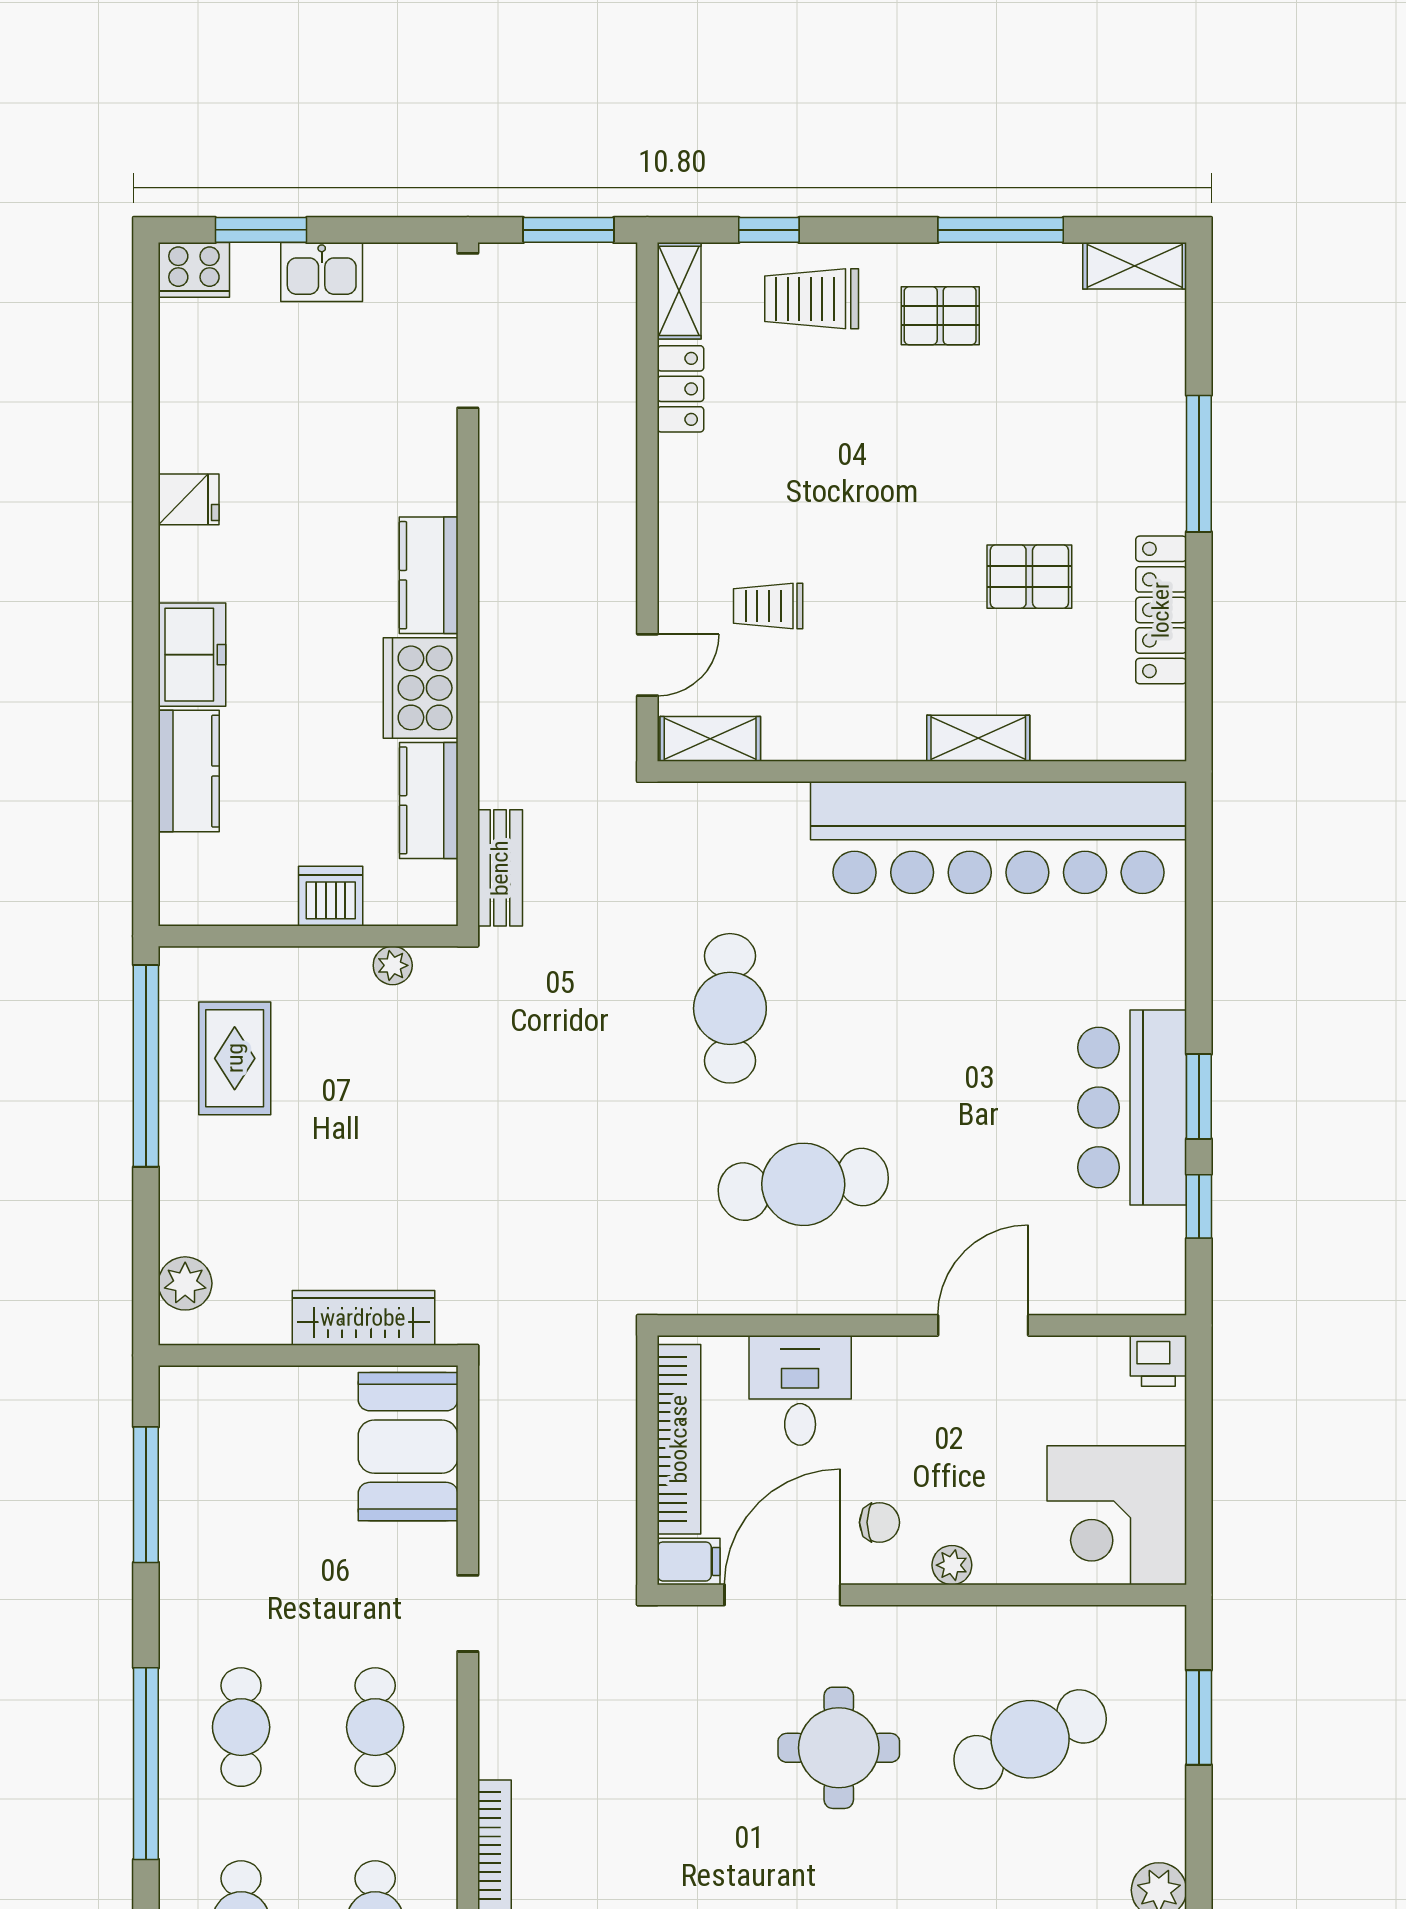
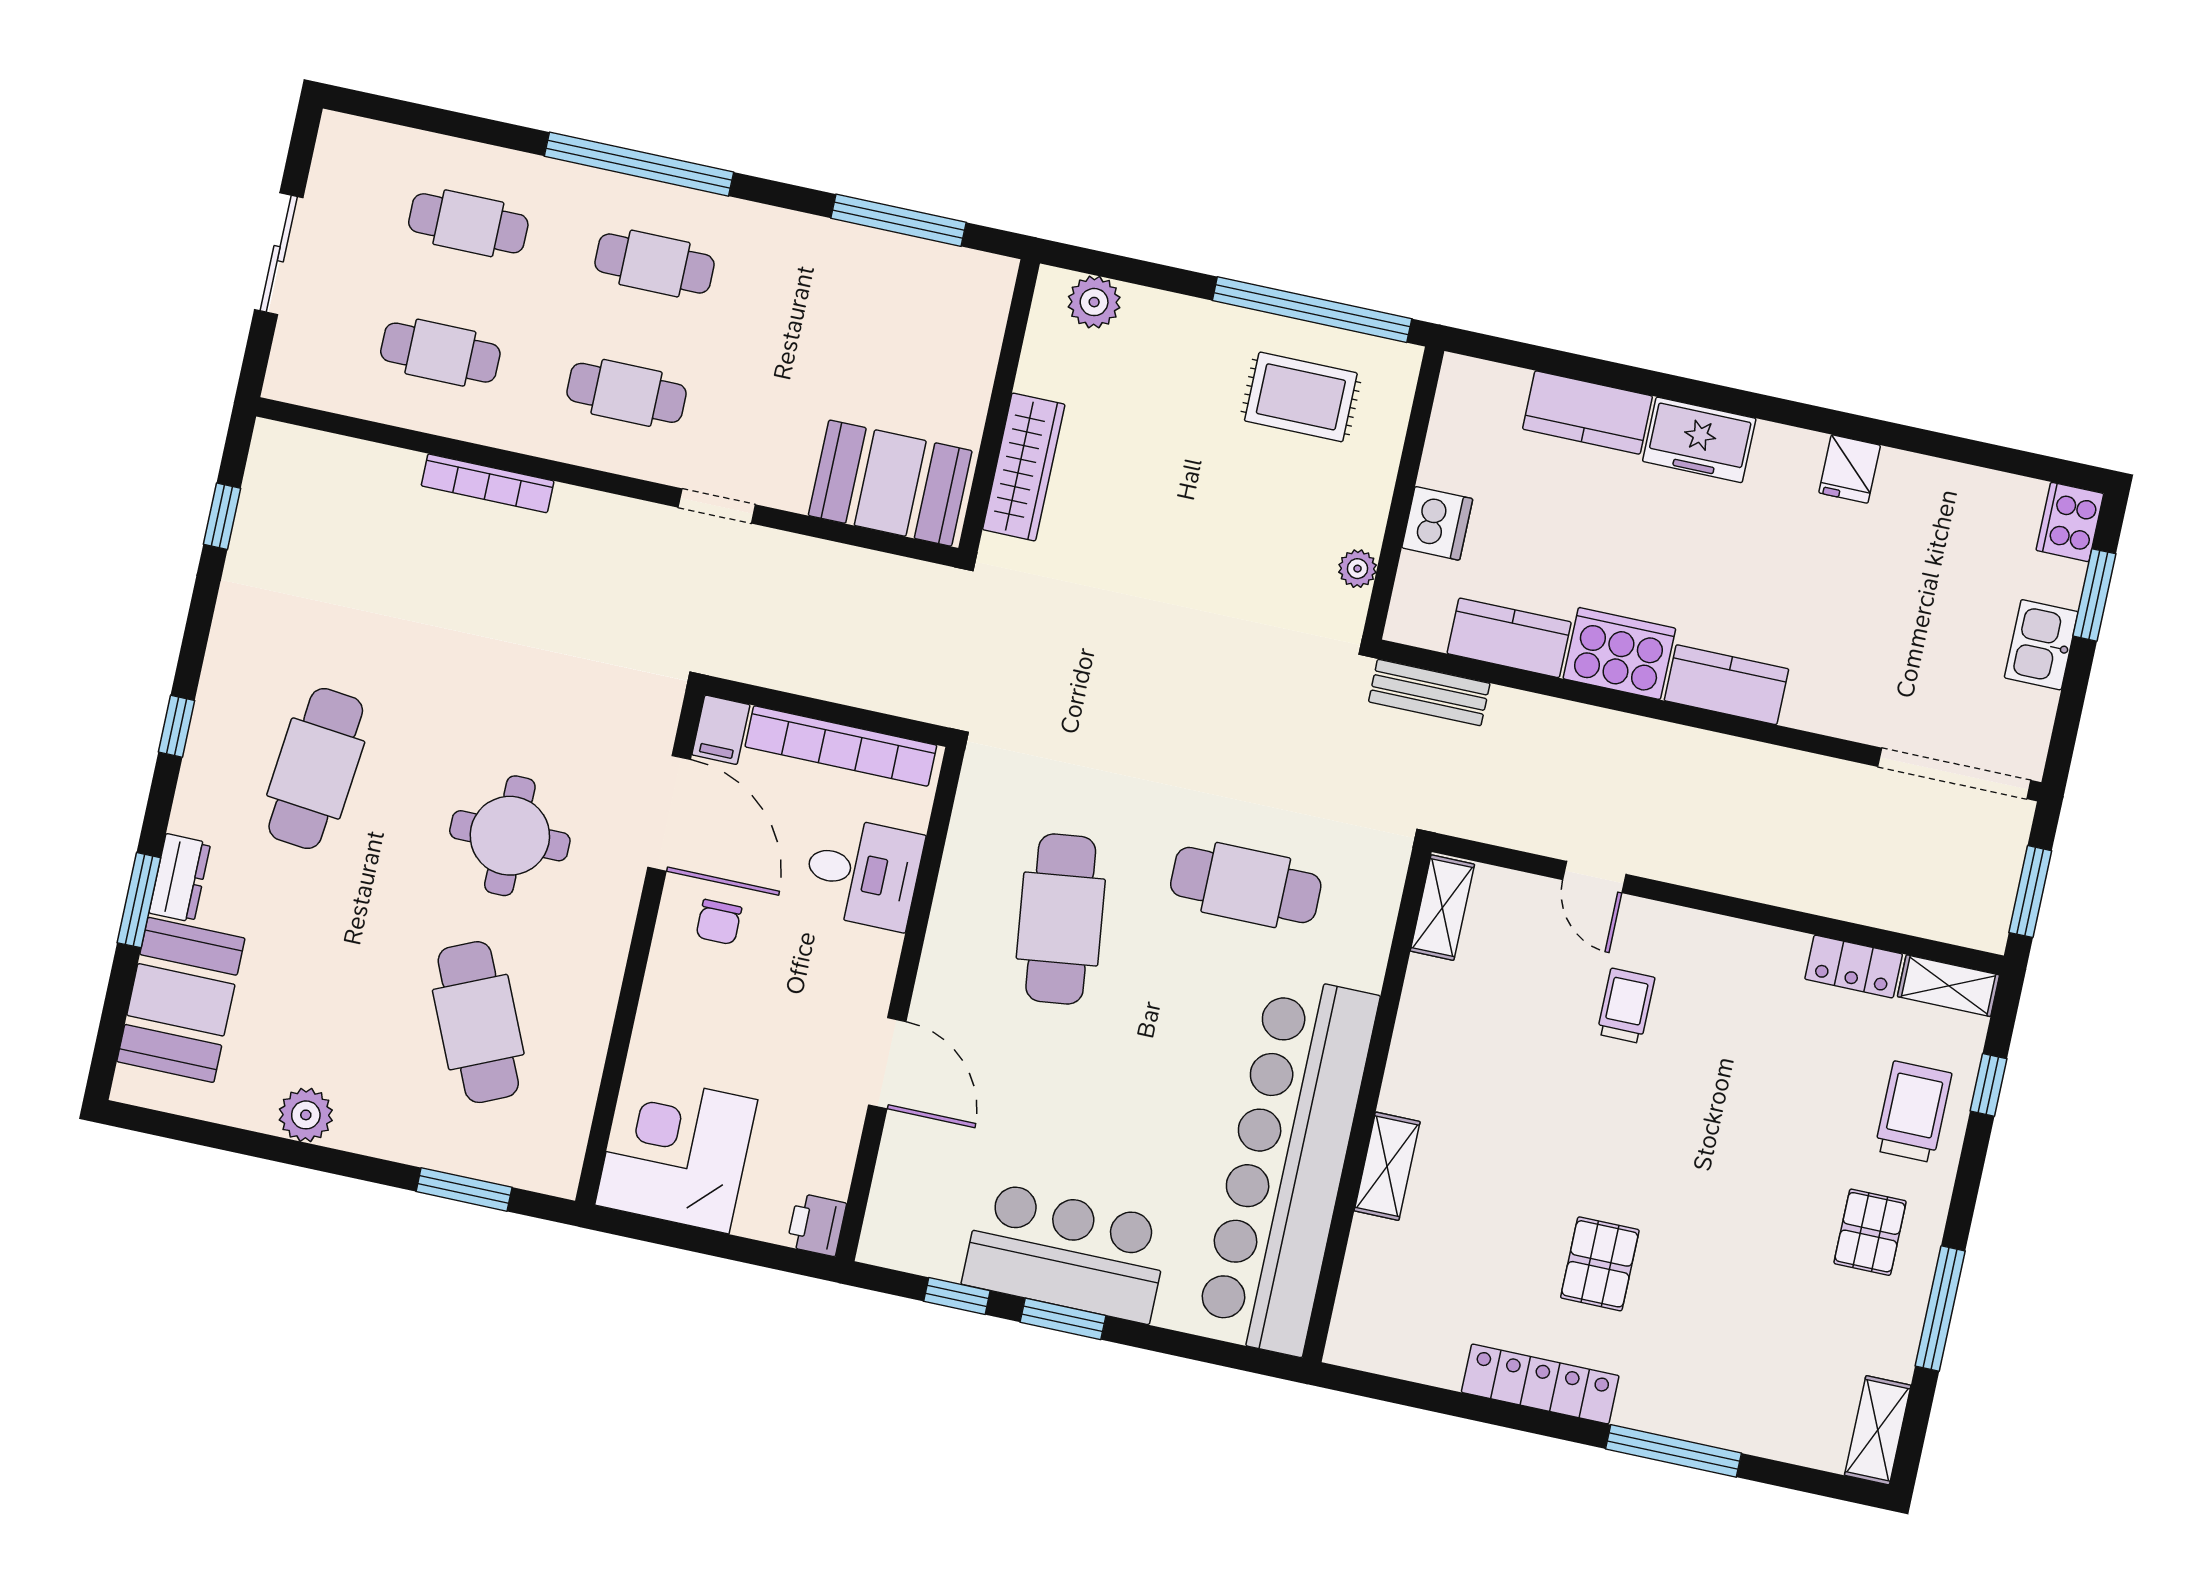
shelving: (978, 738) -> (1387, 1166), moved
shelving: (710, 739) -> (1442, 908), moved
wall: (922, 771) -> (1367, 1105), moved
bar counter: (999, 838) -> (1287, 1165), moved
plant: (952, 1565) -> (662, 983), removed

